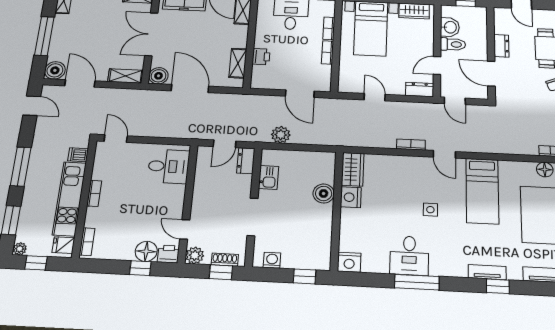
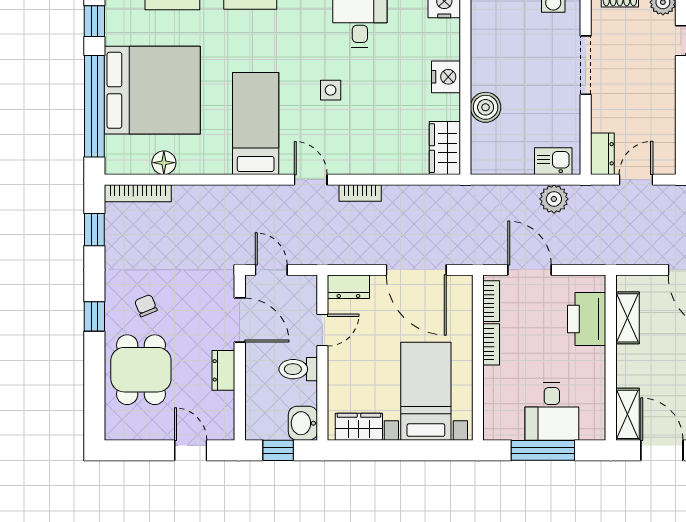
washbasin: (450, 27) -> (303, 423), moved
bookcase: (329, 28) -> (491, 301), moved
printer: (261, 57) -> (587, 319), width x1.87, depth x1.48
door: (375, 97) -> (416, 270), width x1.87
door: (455, 101) -> (271, 270), moved
kitchen sink: (269, 177) -> (553, 161), moved, turned 90
nightstand: (351, 197) -> (446, 77), moved

